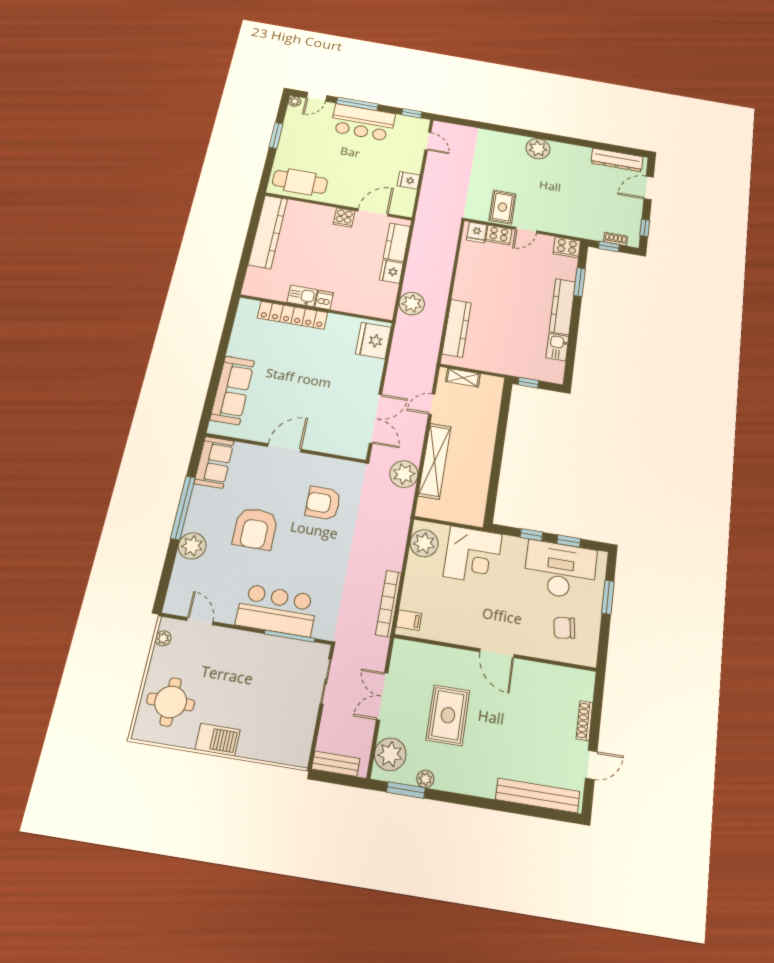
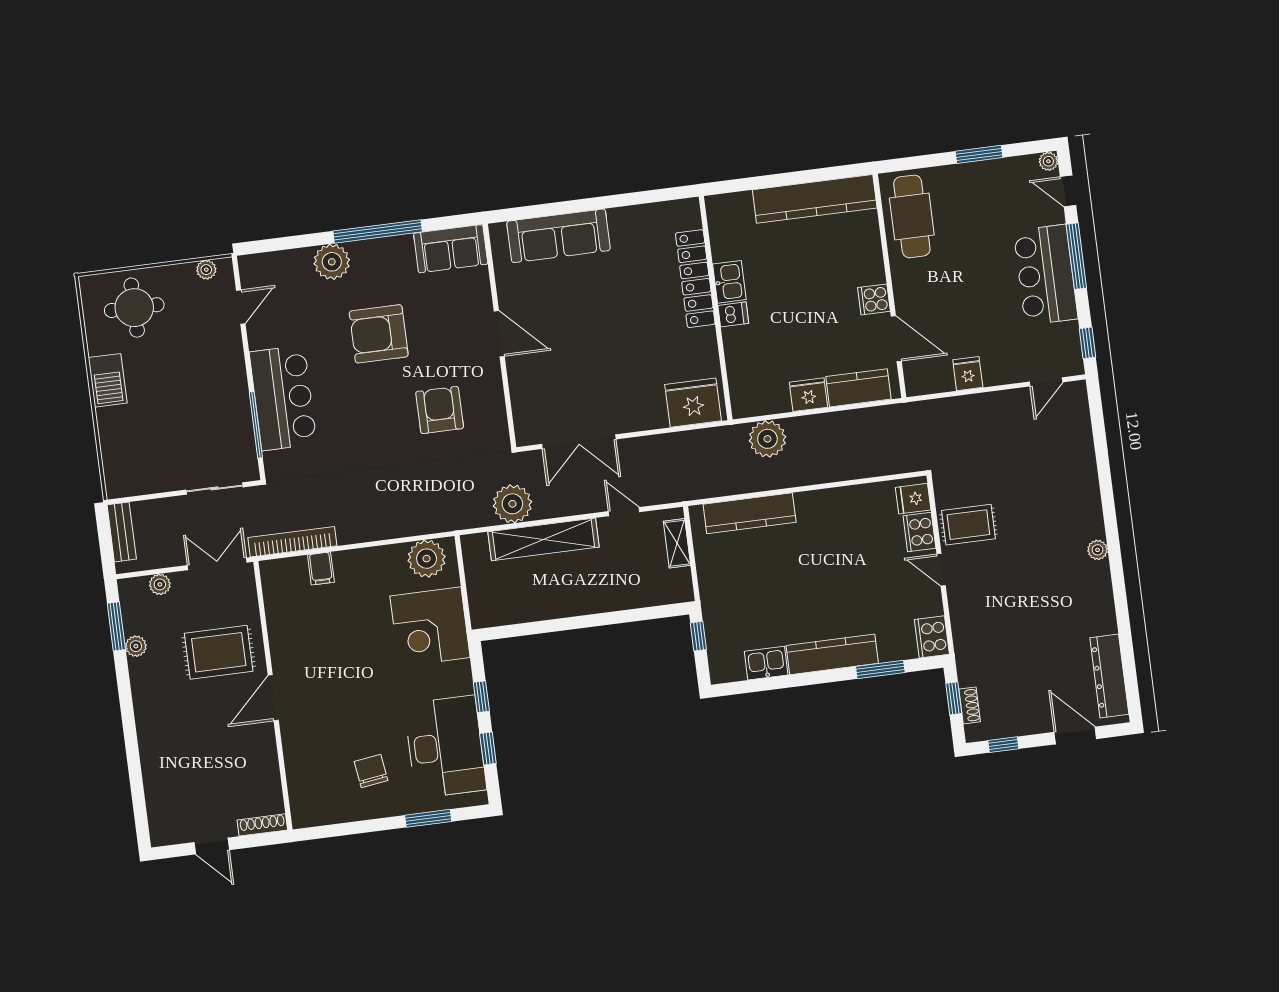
plant: (538, 149) -> (1098, 550), width x0.53, depth x0.53
bookcase: (388, 603) -> (292, 542), moved
wall: (495, 653) -> (273, 696), moved
door: (497, 653) -> (273, 698), moved
plant: (390, 754) -> (160, 584), width x0.53, depth x0.53
bench: (538, 795) -> (157, 788), removed

